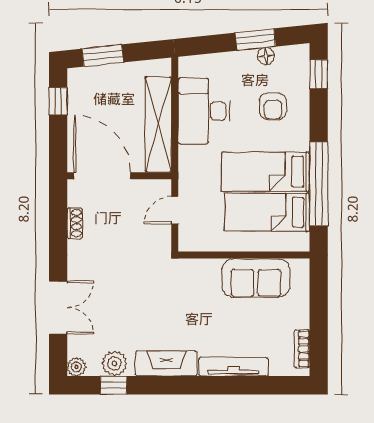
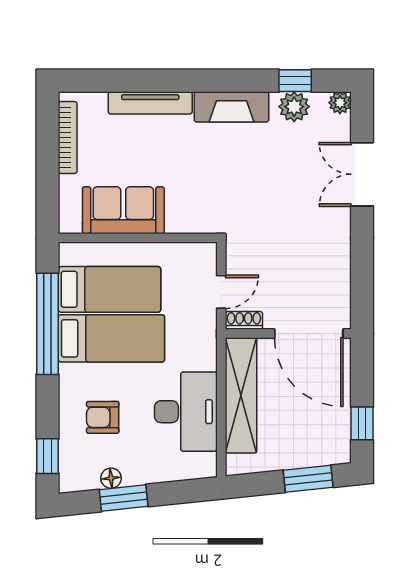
armchair: (273, 106) -> (103, 417), turned -90
shoe rack: (75, 223) -> (244, 320), moved, turned 90
bookcase: (302, 349) -> (68, 137), width x1.56

